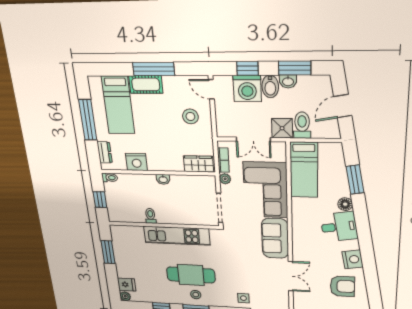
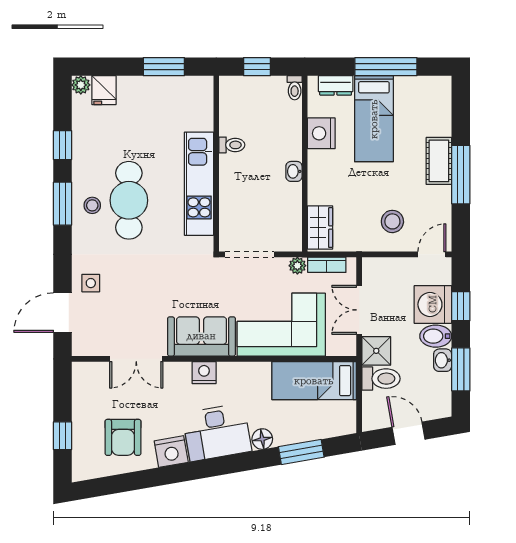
bed: (118, 105) -> (374, 119), moved, turned -90
desk: (339, 227) -> (217, 432), width x1.37
nightstand: (299, 238) -> (204, 373), added

